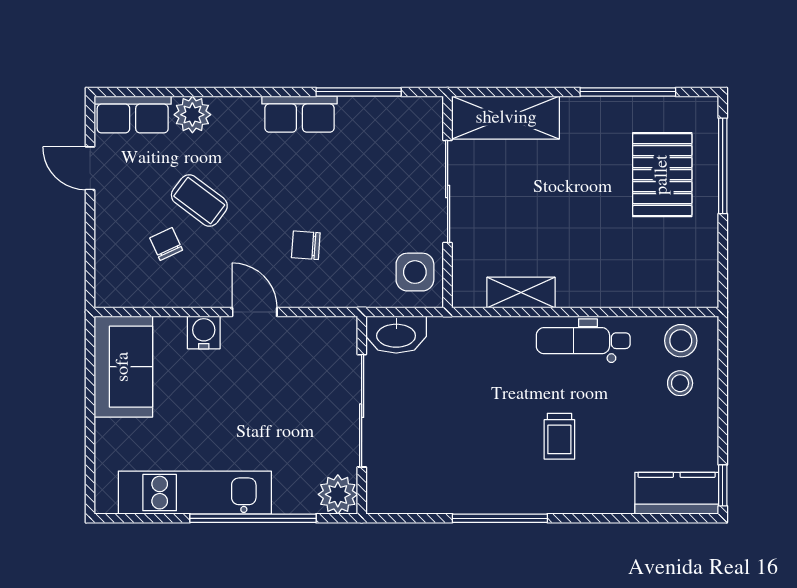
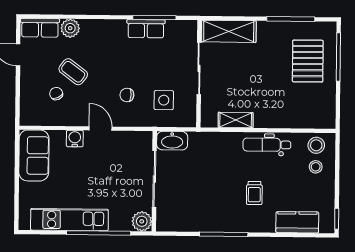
row of seats: (299, 114) -> (146, 29), moved
side table: (415, 272) -> (164, 100), moved
kitchen counter: (677, 493) -> (297, 222), moved

